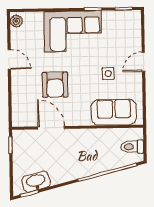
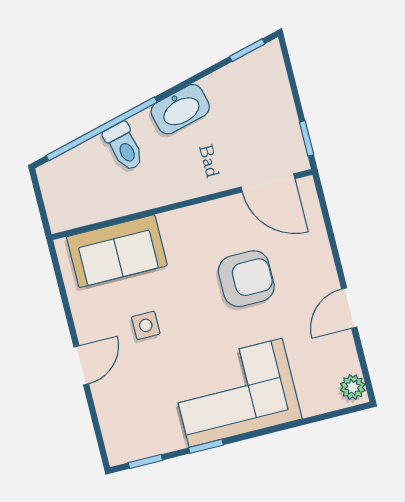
door: (9, 59) -> (349, 308), hinge flipped
armchair: (55, 85) -> (246, 279), turned 90
door: (51, 128) -> (268, 183), moved
toilet: (132, 147) -> (124, 147), moved, turned 76
washbasin: (36, 182) -> (180, 109), moved

